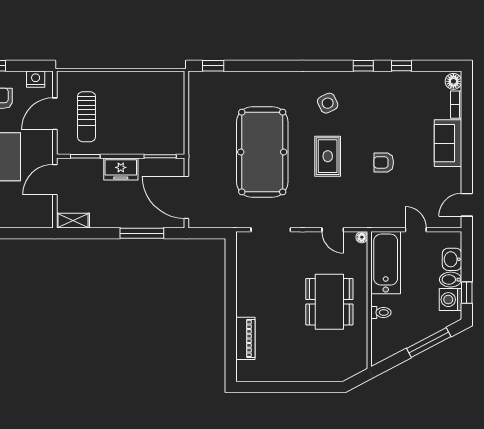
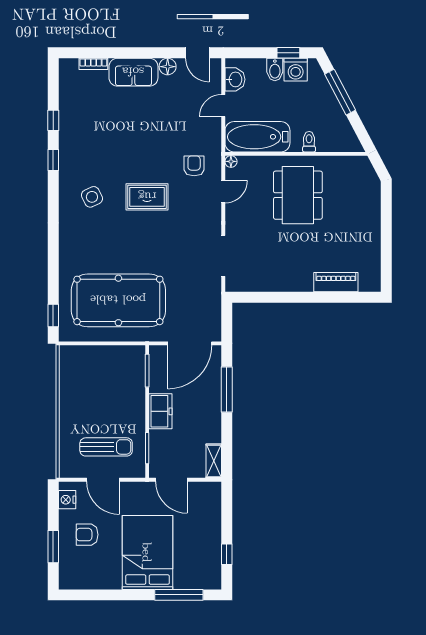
floor lamp: (453, 81) -> (168, 67), moved
pool table: (262, 152) -> (118, 300), moved
armchair: (384, 162) -> (194, 166), moved, turned 180
washbasin: (452, 259) -> (235, 79), moved, turned -90
dining table: (329, 302) -> (298, 195), turned 90

